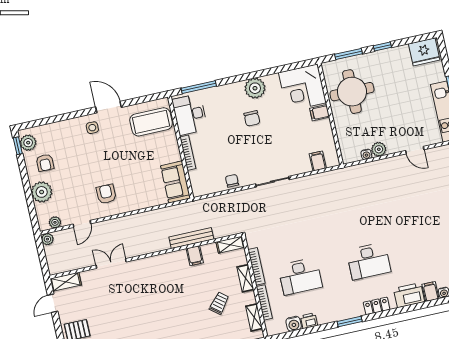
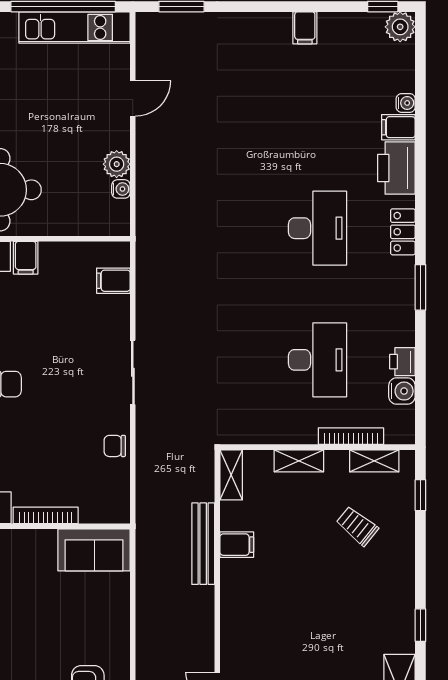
bookcase: (257, 266) -> (282, 436), removed
trolley: (219, 303) -> (357, 526), moved

